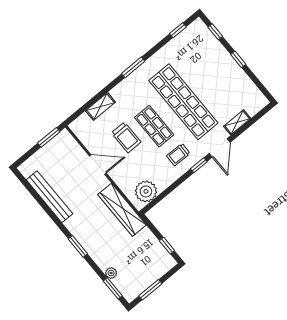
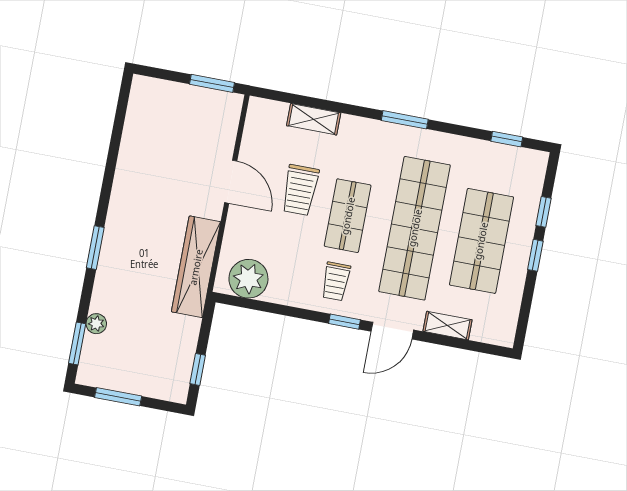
window: (215, 32) -> (544, 212), moved
shop shelf: (213, 77) -> (481, 241), added
trolley: (178, 155) -> (336, 281), turned -91
bench: (49, 197) -> (131, 152), removed

